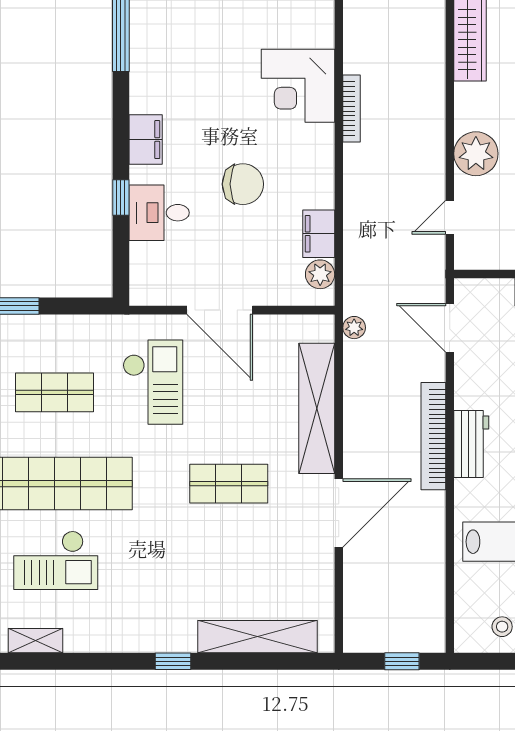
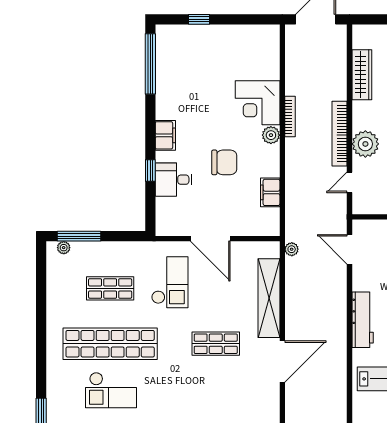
plant: (320, 274) -> (271, 135), moved
bookcase: (433, 436) -> (340, 134), moved
workbench: (471, 444) -> (363, 320), width x1.38

